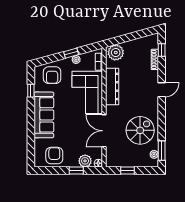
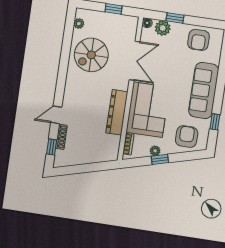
plant: (116, 53) -> (107, 152), removed
door: (162, 90) -> (56, 115), moved
window: (162, 151) -> (69, 27), removed

